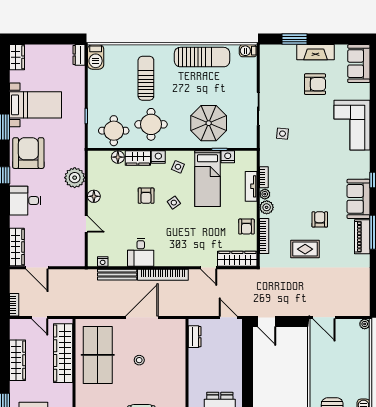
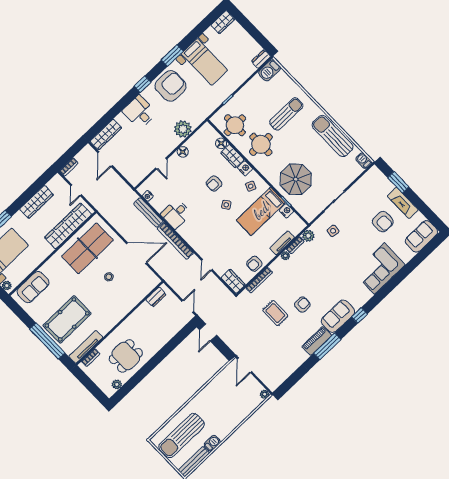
sun lounger: (202, 57) -> (332, 136), turned 180
plant: (267, 207) -> (308, 236), moved
wardrobe: (237, 259) -> (233, 281), width x0.67

